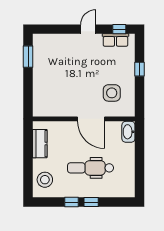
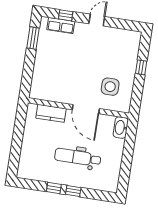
window: (119, 29) -> (66, 15), moved
row of seats: (116, 40) -> (61, 26), moved
kitchen counter: (40, 144) -> (51, 113), moved, turned 90
stool: (45, 180) -> (31, 162), removed

